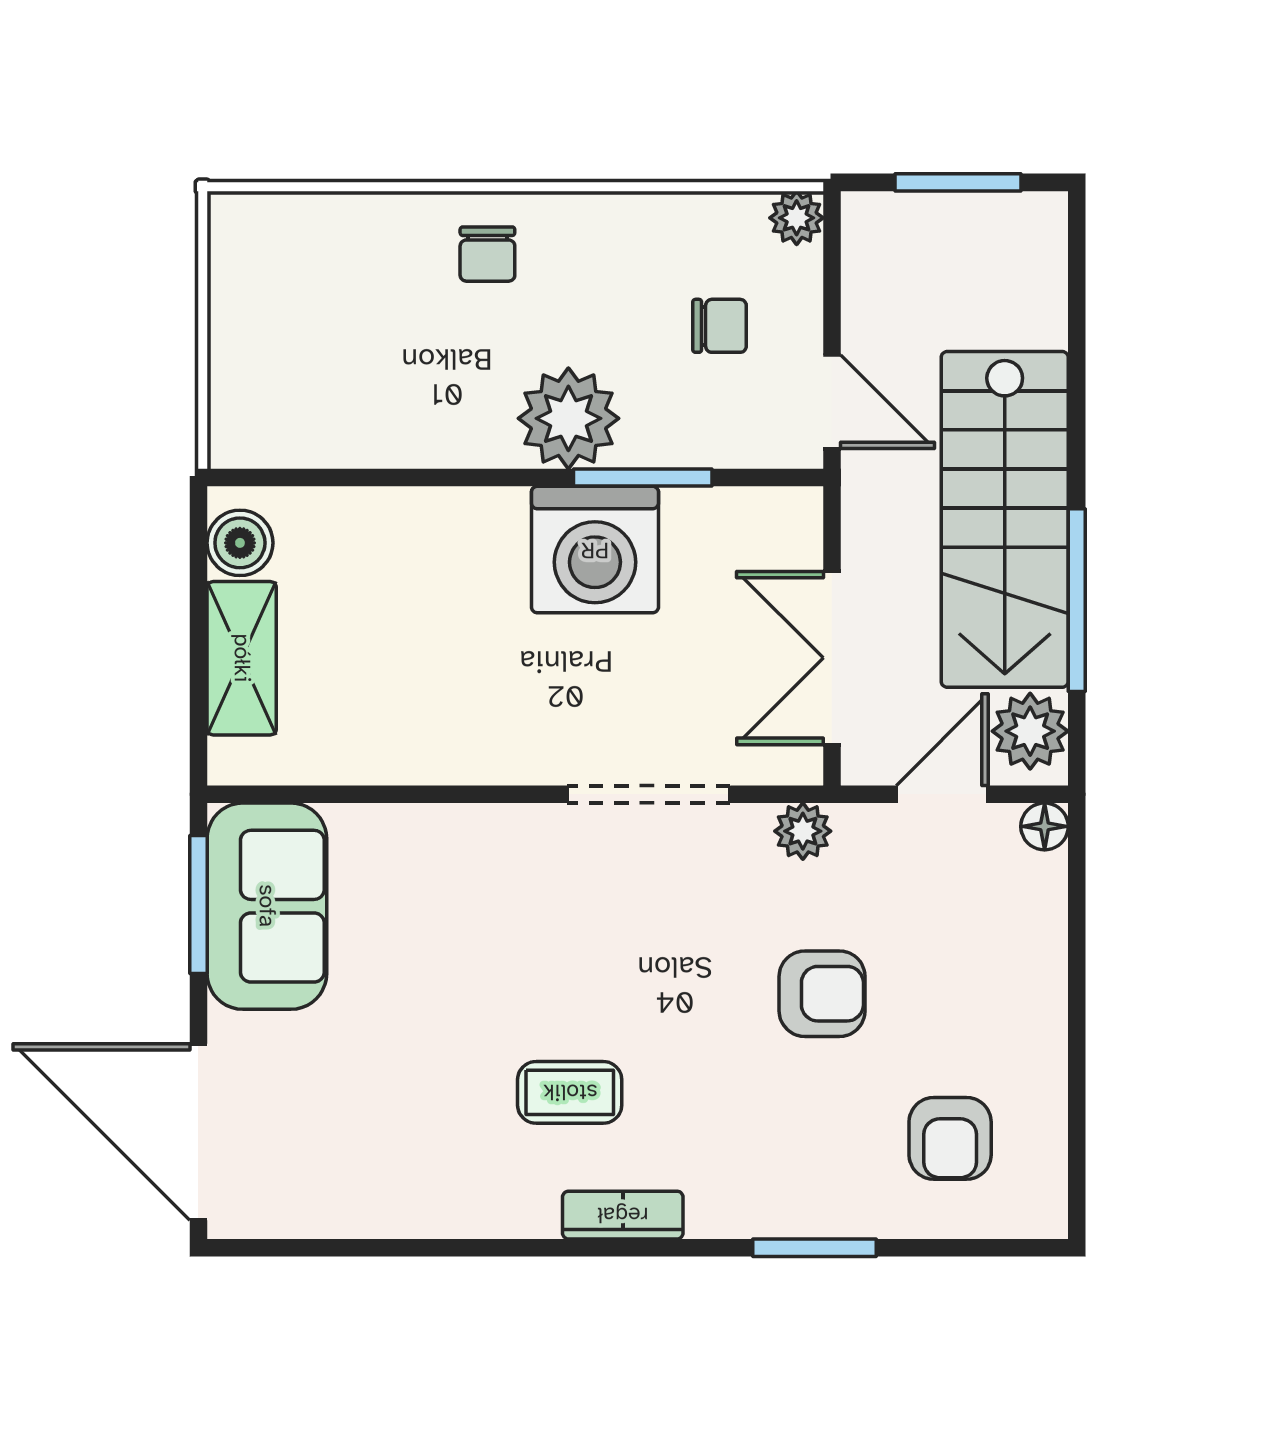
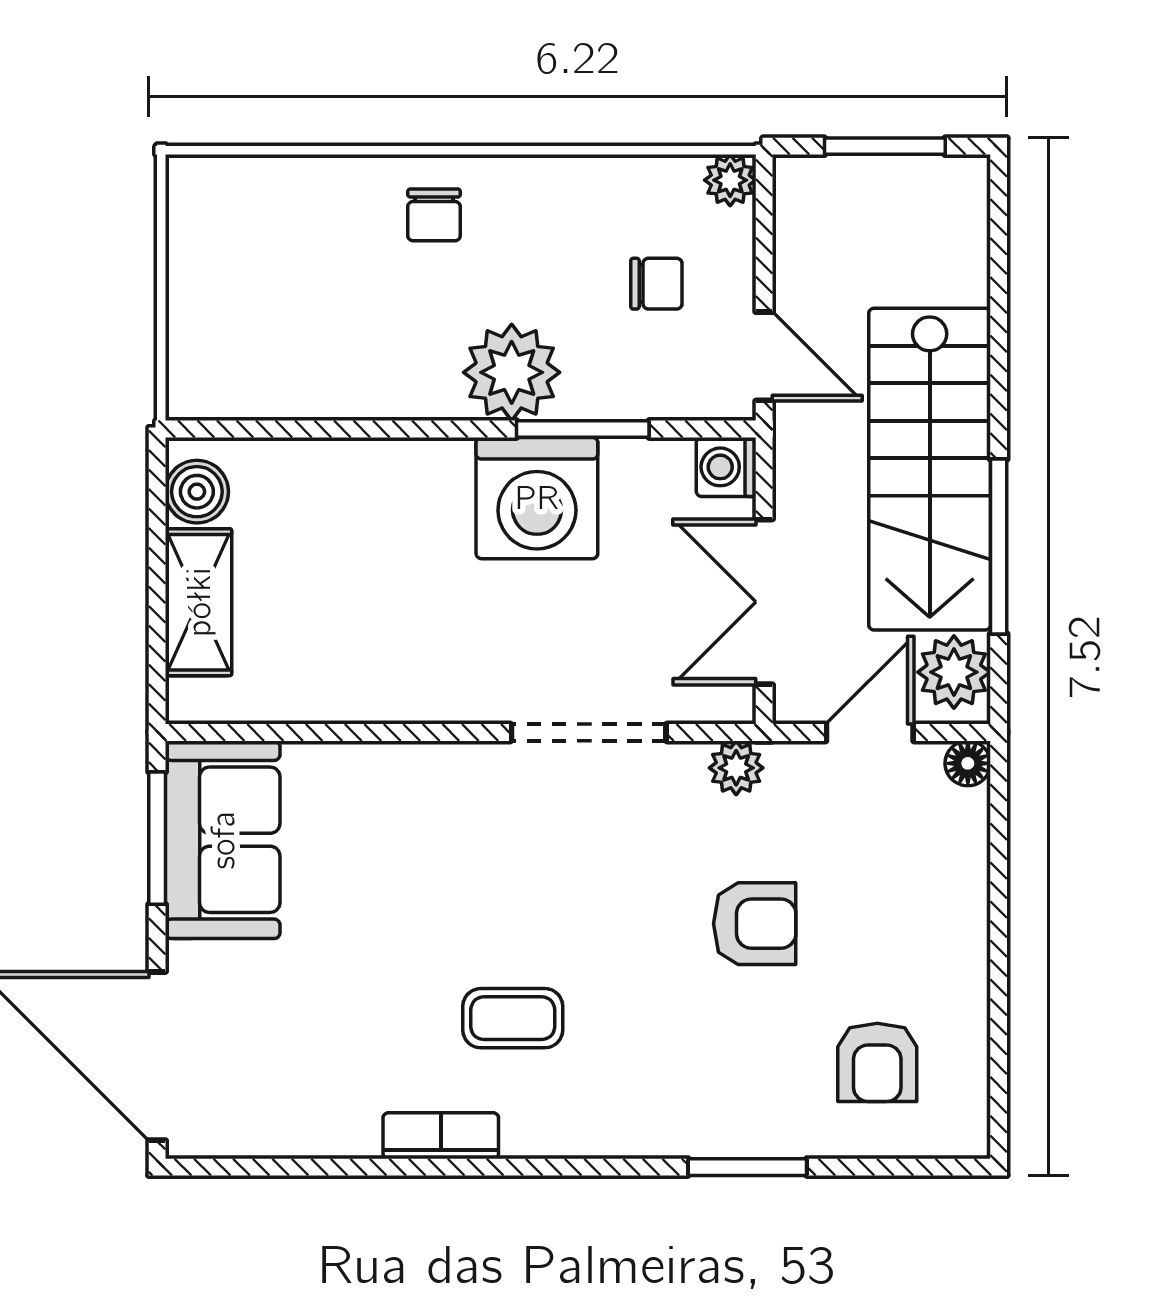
washing machine: (792, 517) -> (726, 467), added
bookcase: (623, 1215) -> (441, 1136), moved

